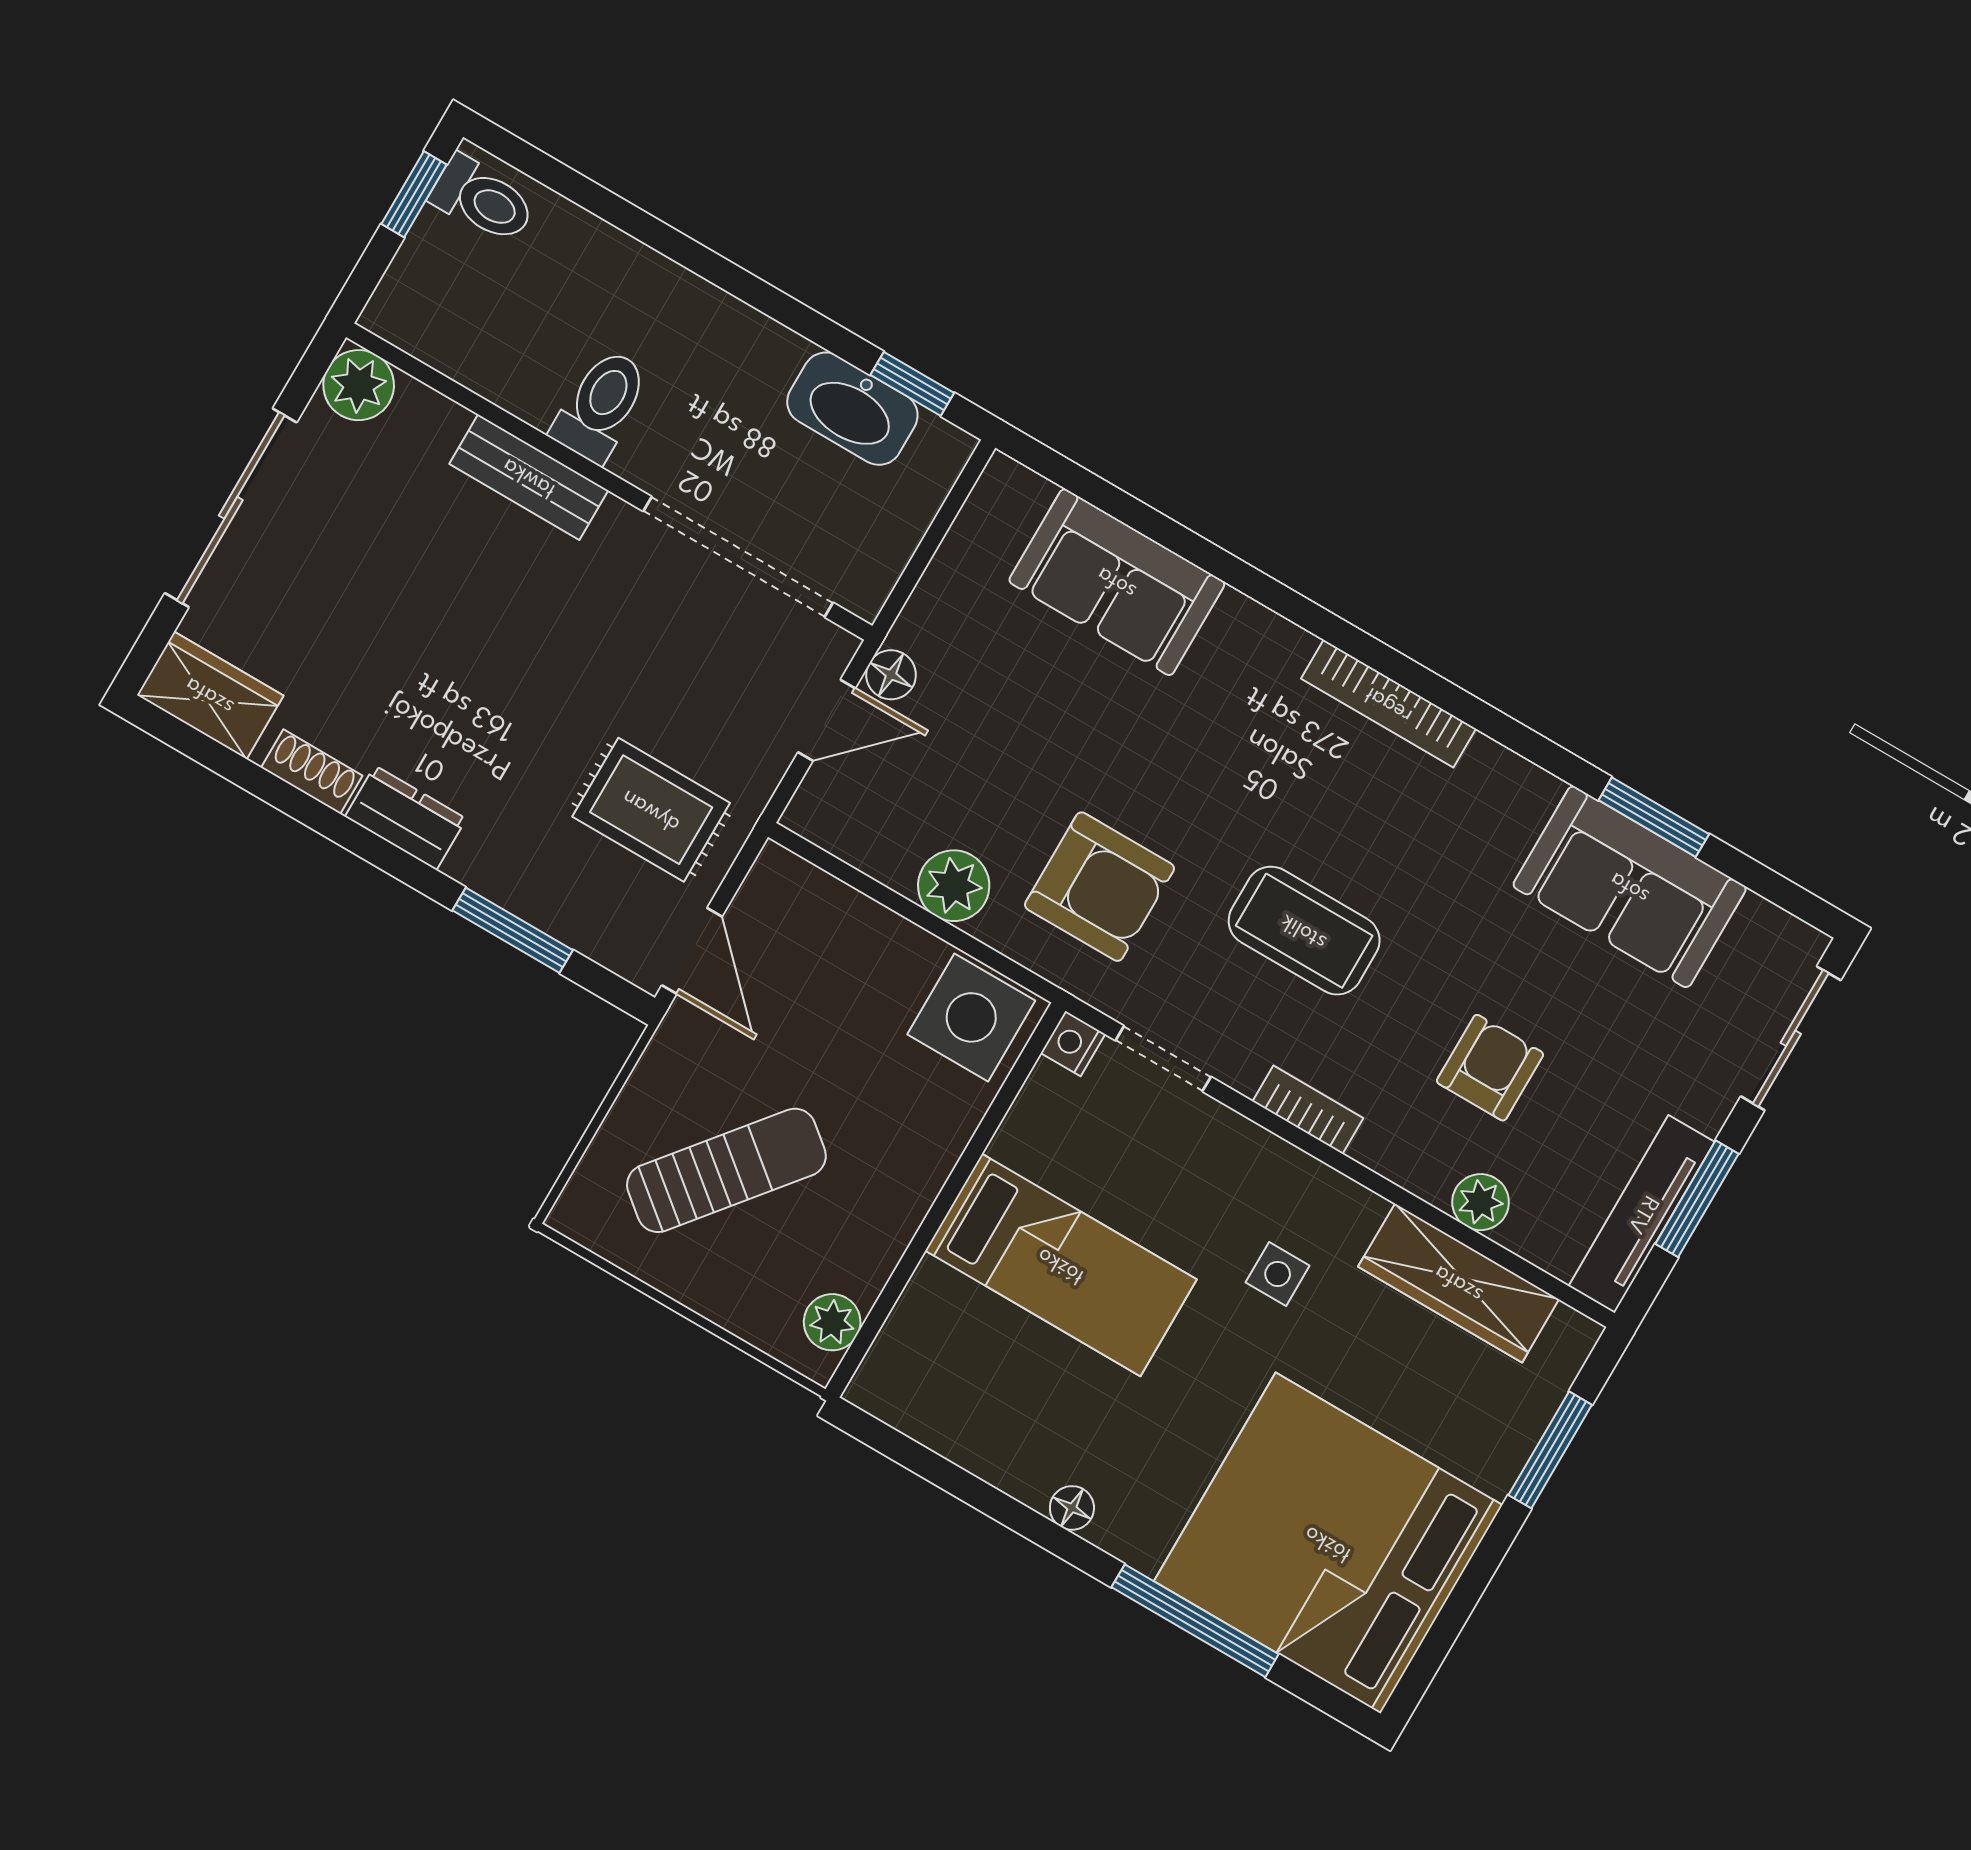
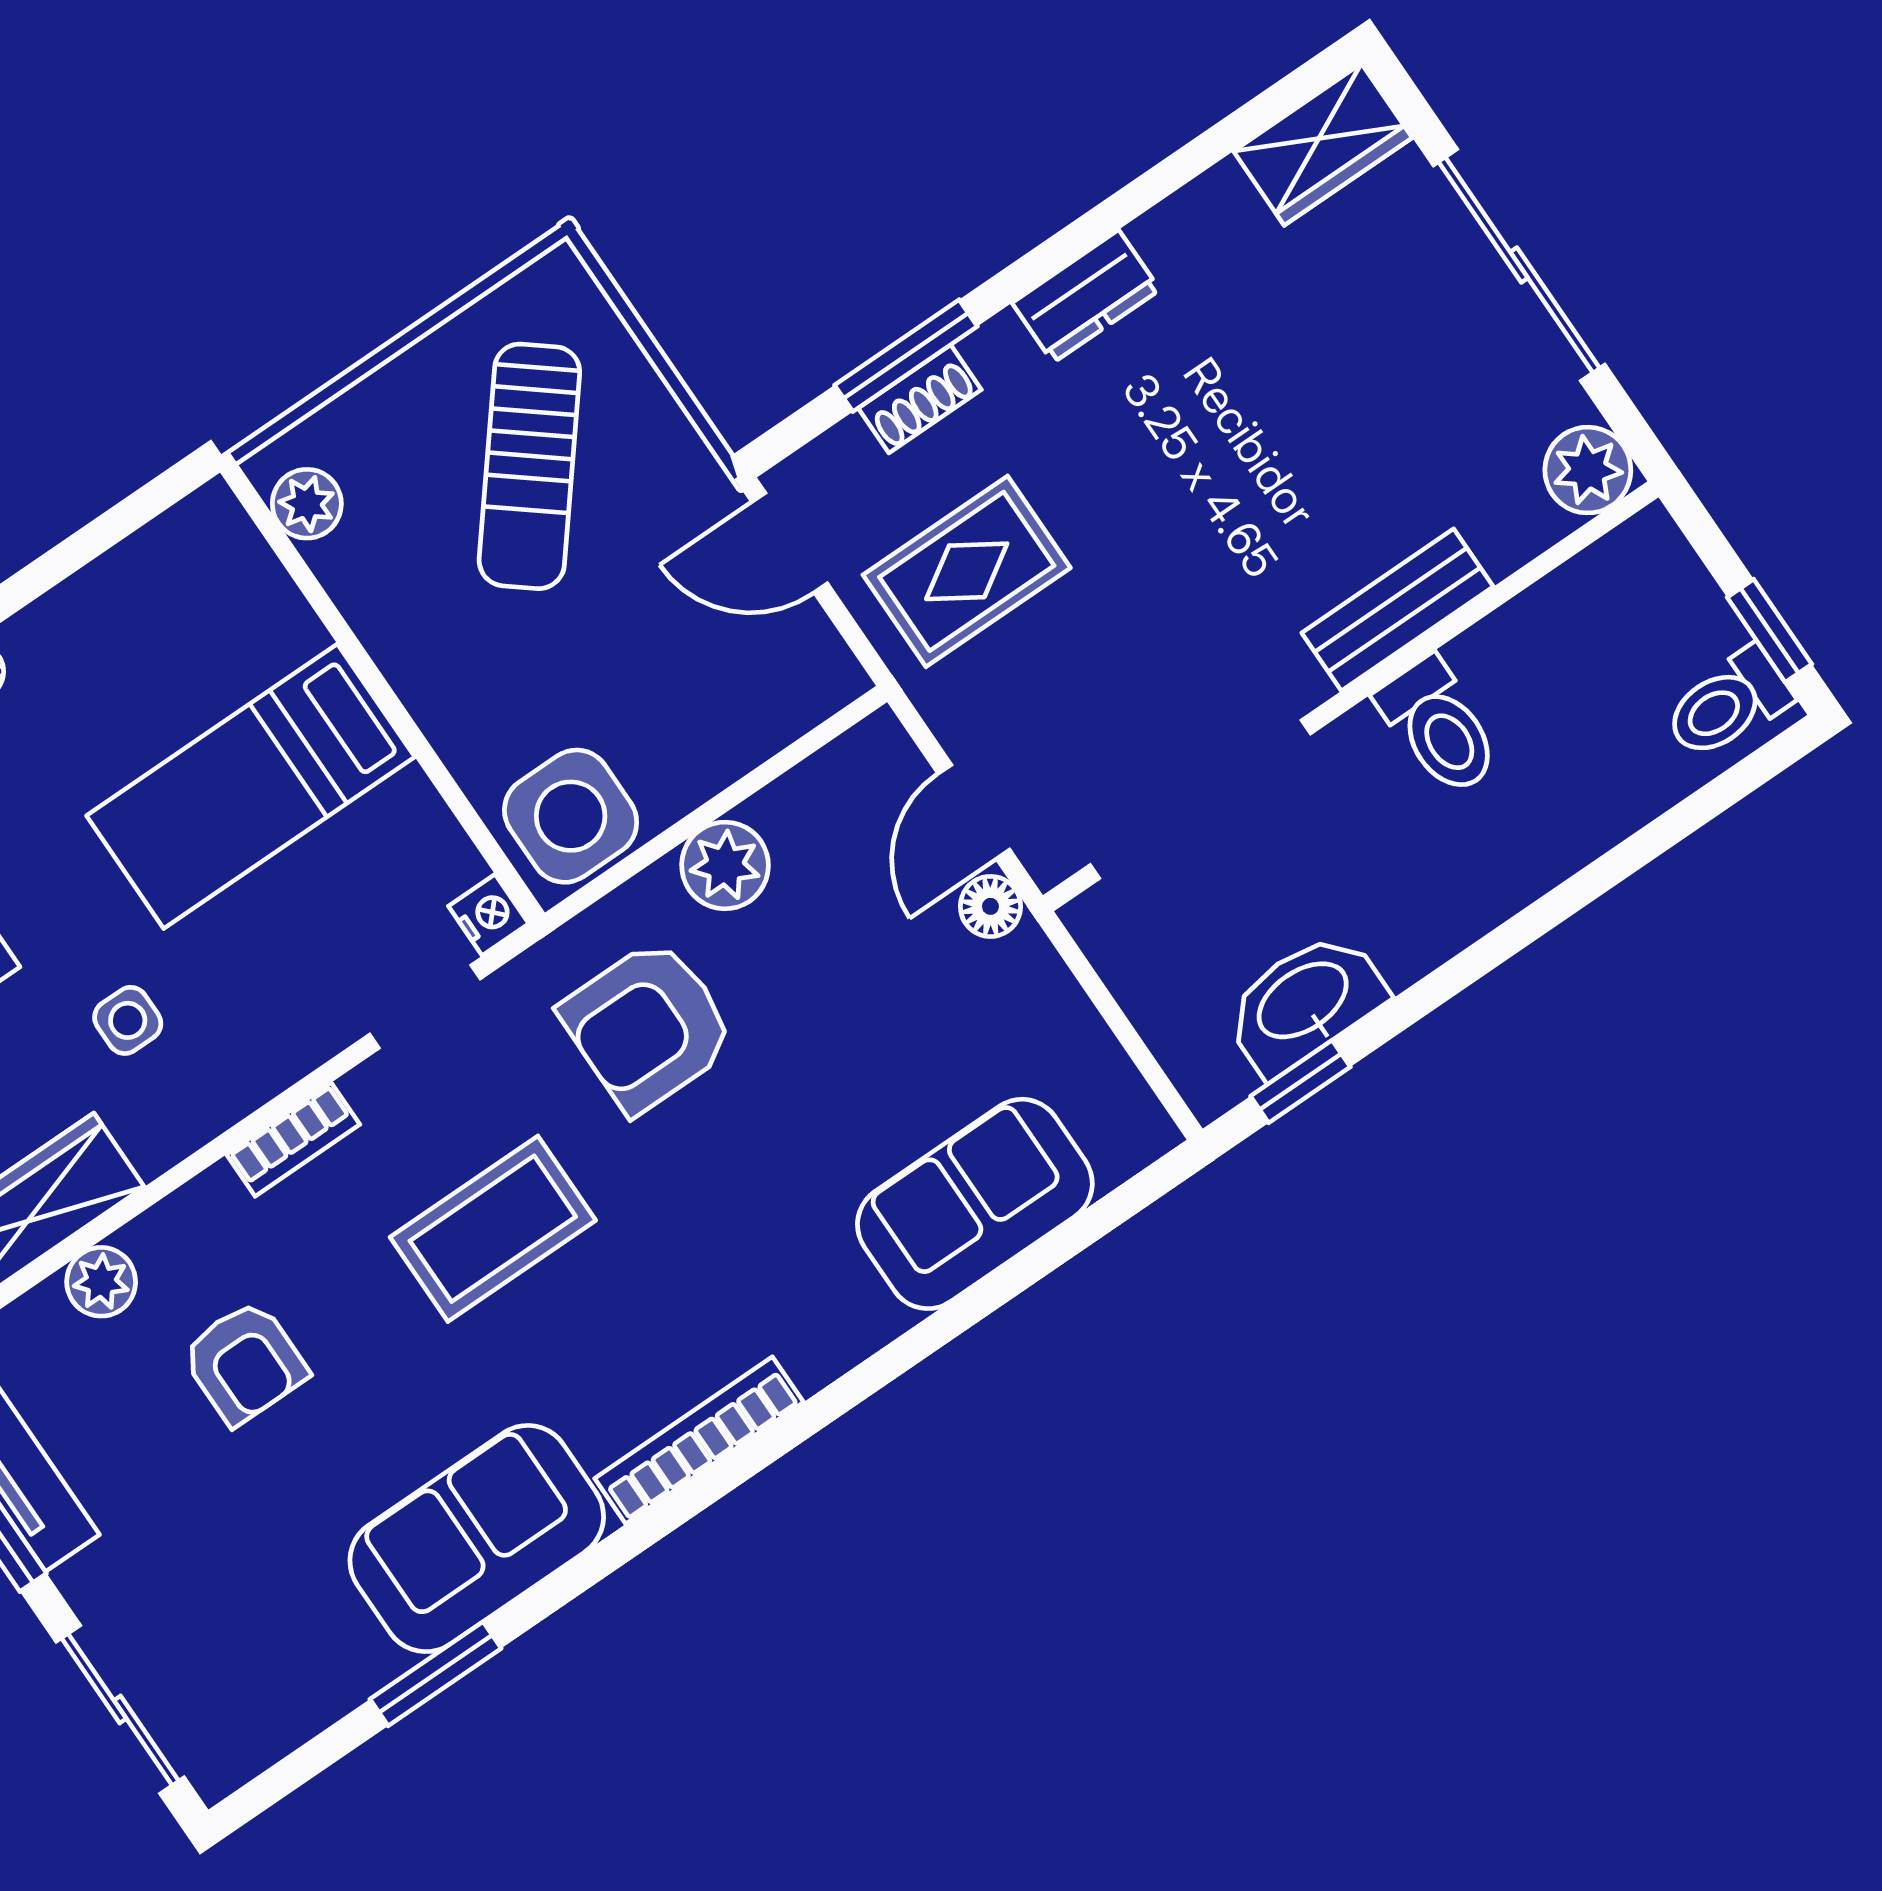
shoe rack: (312, 772) -> (920, 399), moved
sofa: (1630, 887) -> (477, 1539), moved

